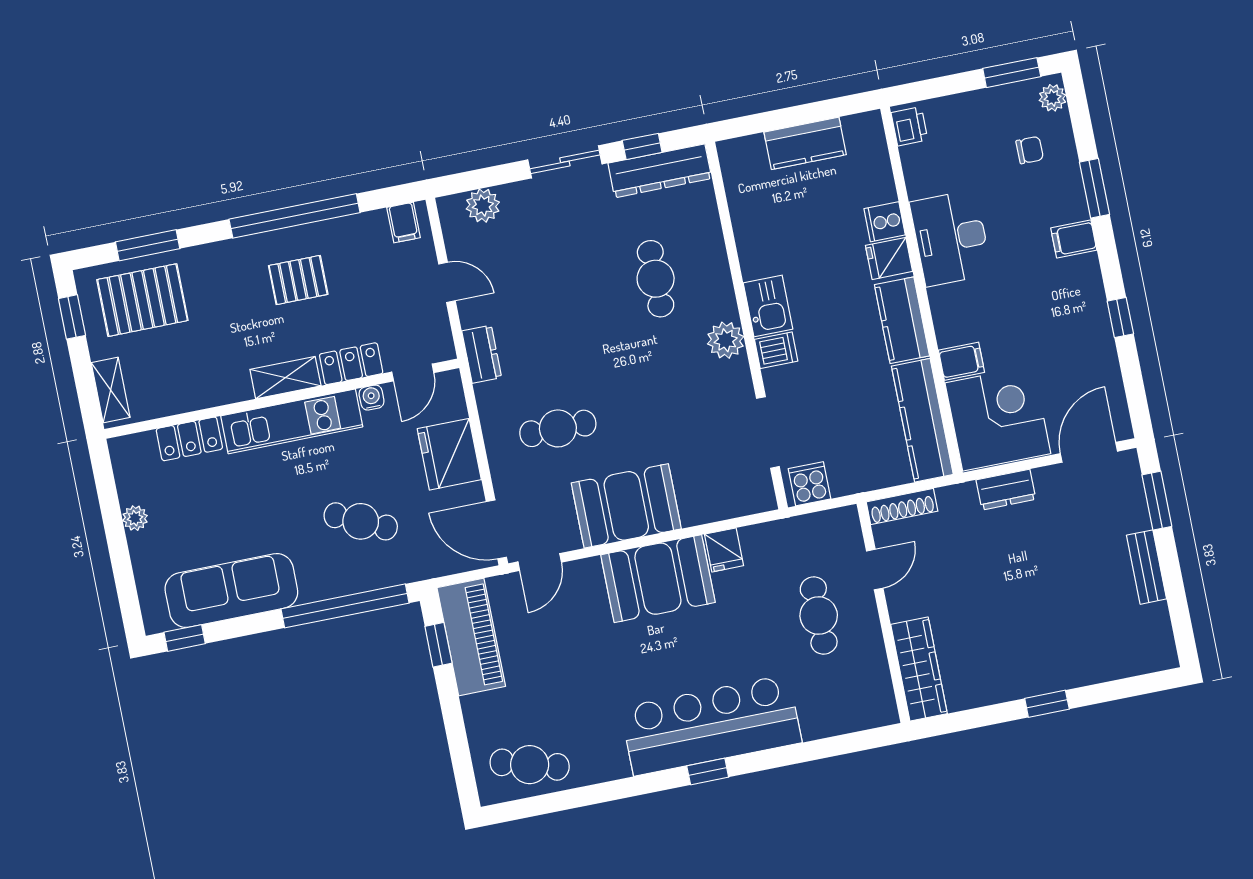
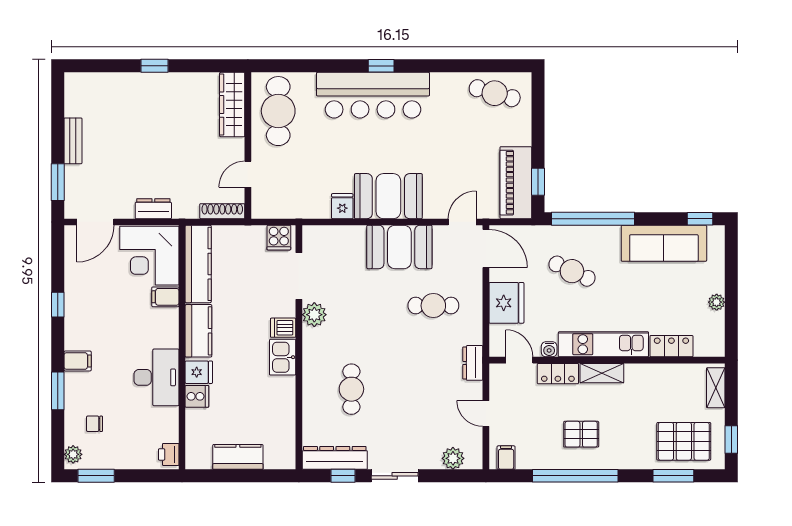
plant: (726, 340) -> (314, 315), moved
door: (413, 372) -> (519, 360), hinge flipped
cafe table: (819, 616) -> (278, 111), moved, width x1.37, depth x1.35

